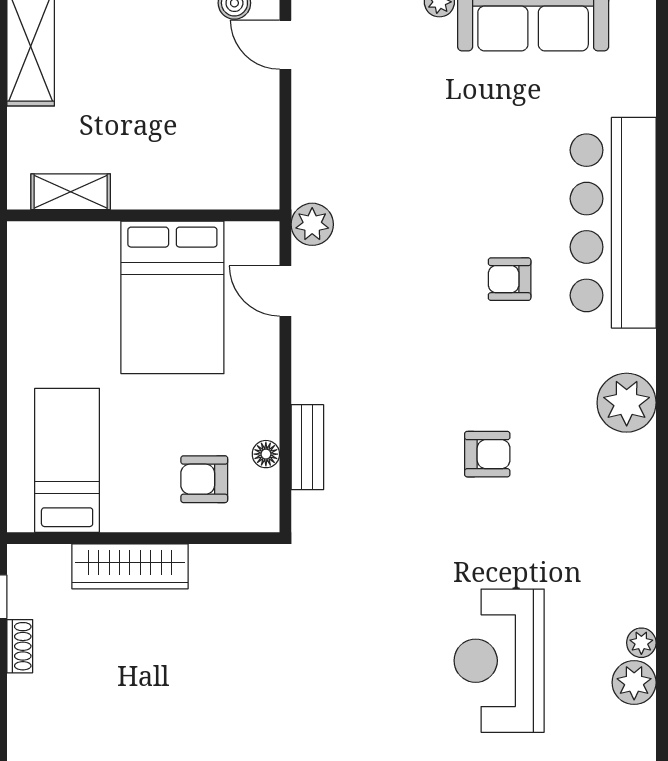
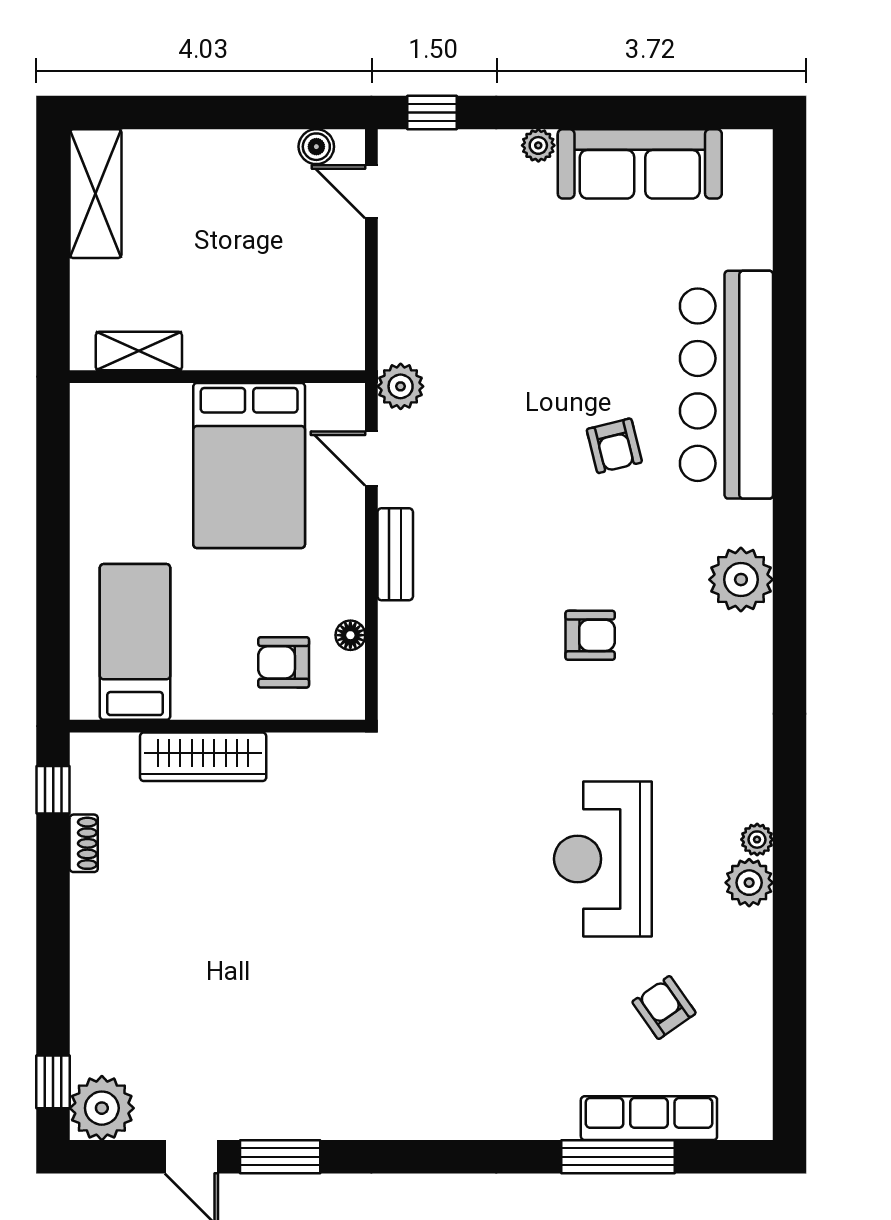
armchair: (510, 279) -> (614, 446), turned -104
bench: (307, 447) -> (395, 554), moved

